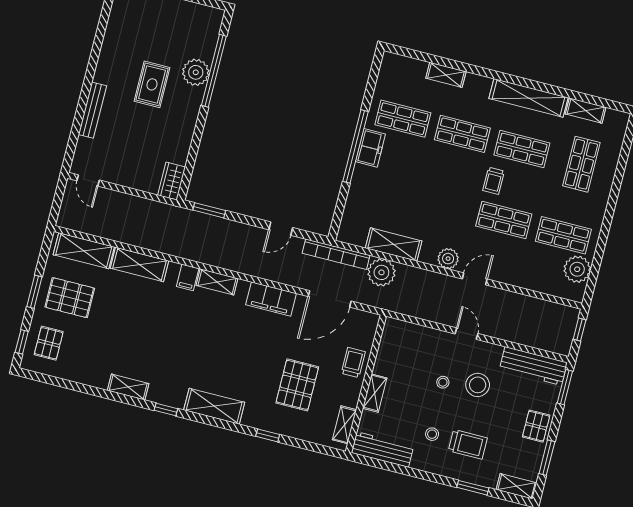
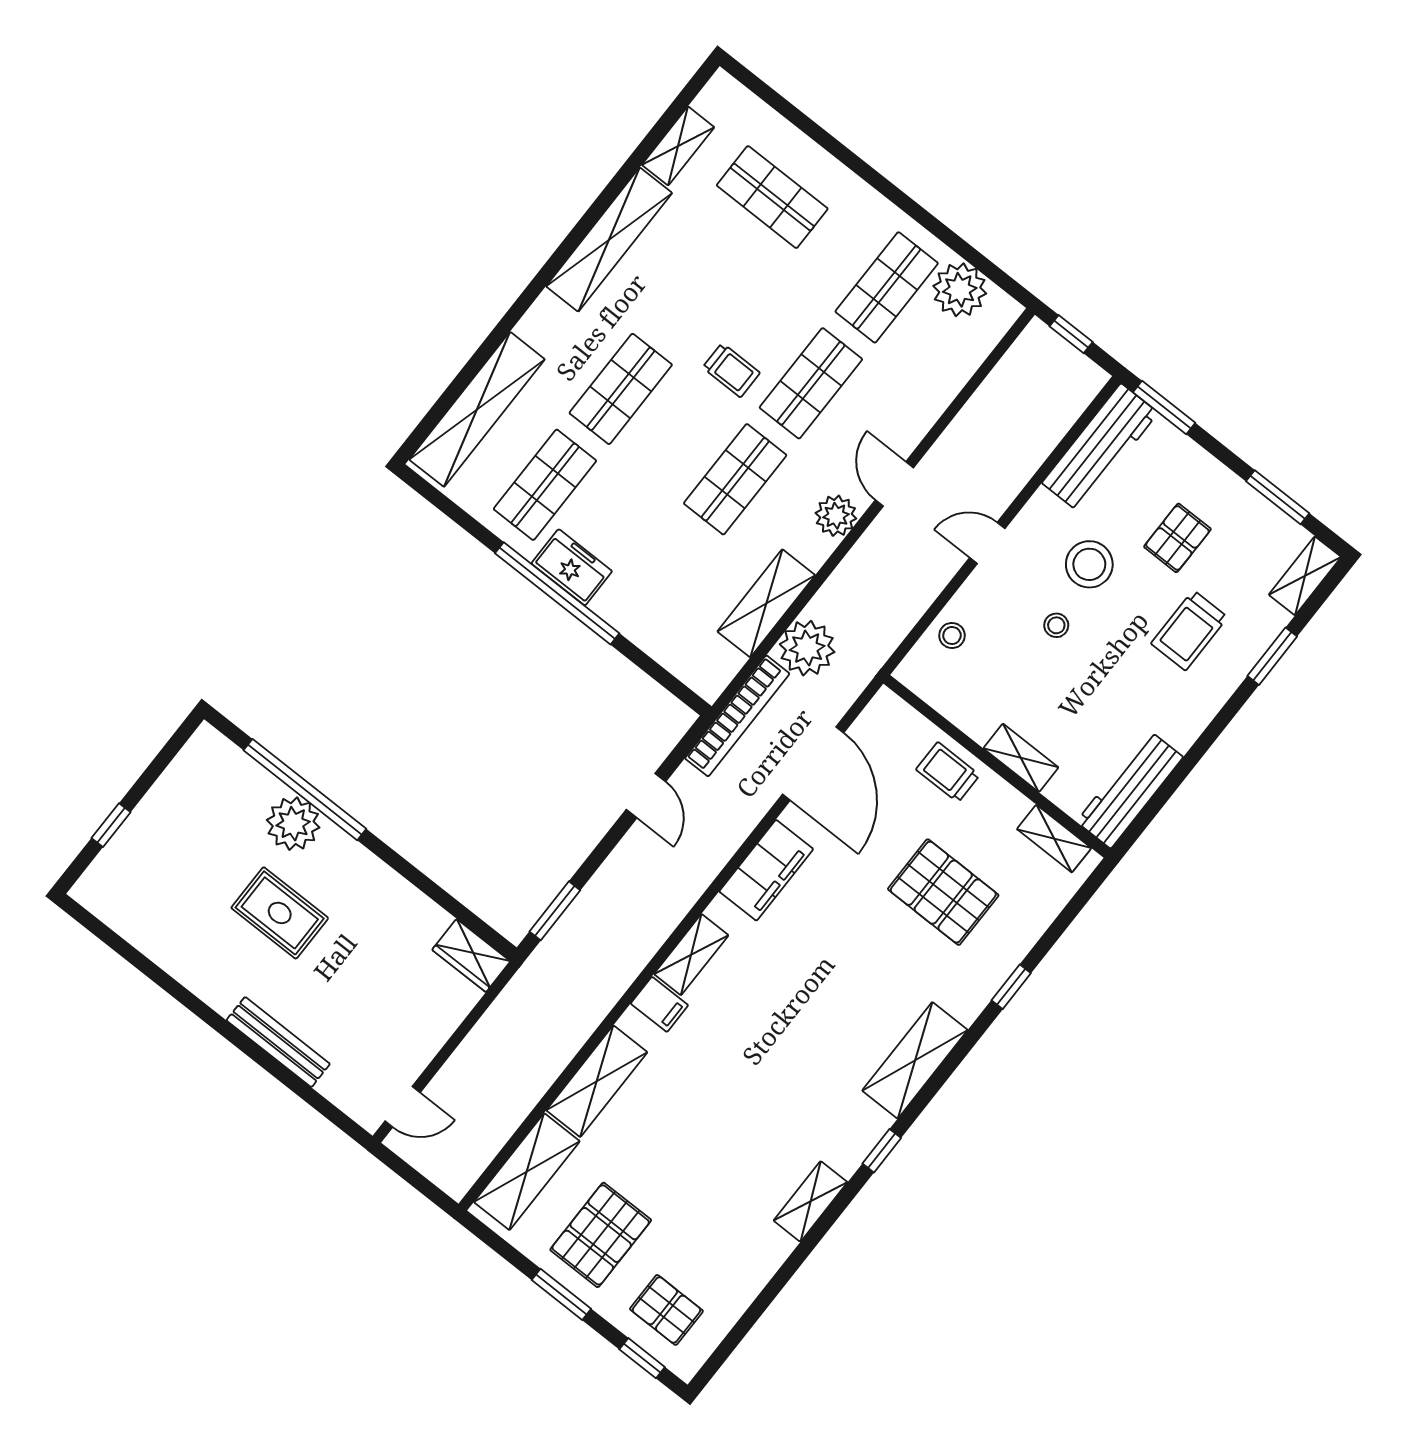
shelving: (446, 75) -> (477, 409), width x2.20, depth x1.33
shop shelf: (522, 149) -> (735, 479), moved
pallet: (536, 426) -> (1177, 538), moved, turned 90
stool: (432, 434) -> (952, 636), moved
trolley: (468, 444) -> (1189, 630), turned 180

